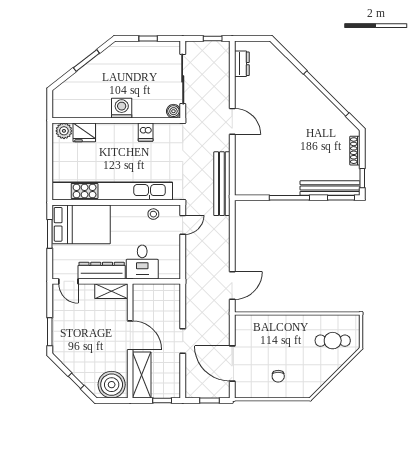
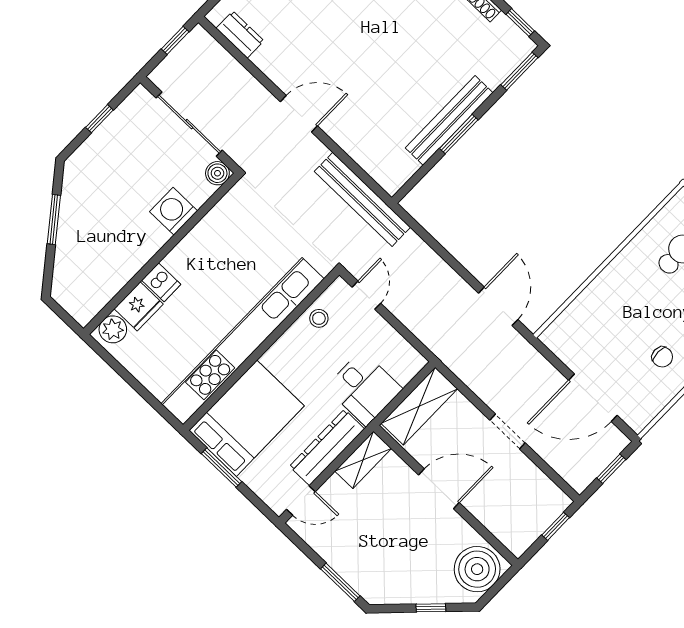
washing machine: (122, 108) -> (174, 211), moved
dishwasher: (146, 132) -> (161, 282), moved
bench: (330, 188) -> (449, 120), moved
window: (289, 198) -> (459, 134), width x0.69
shelving: (142, 375) -> (419, 406), moved, turned 90

